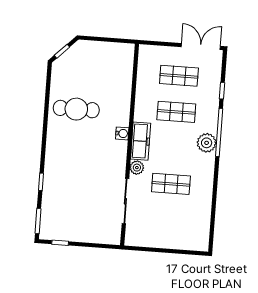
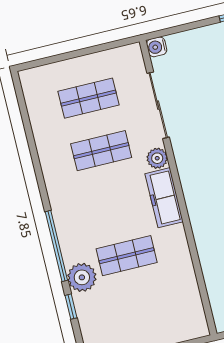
shop shelf: (179, 76) -> (89, 98), moved
water cooler: (122, 133) -> (157, 47), moved
plant: (207, 143) -> (82, 277), moved

